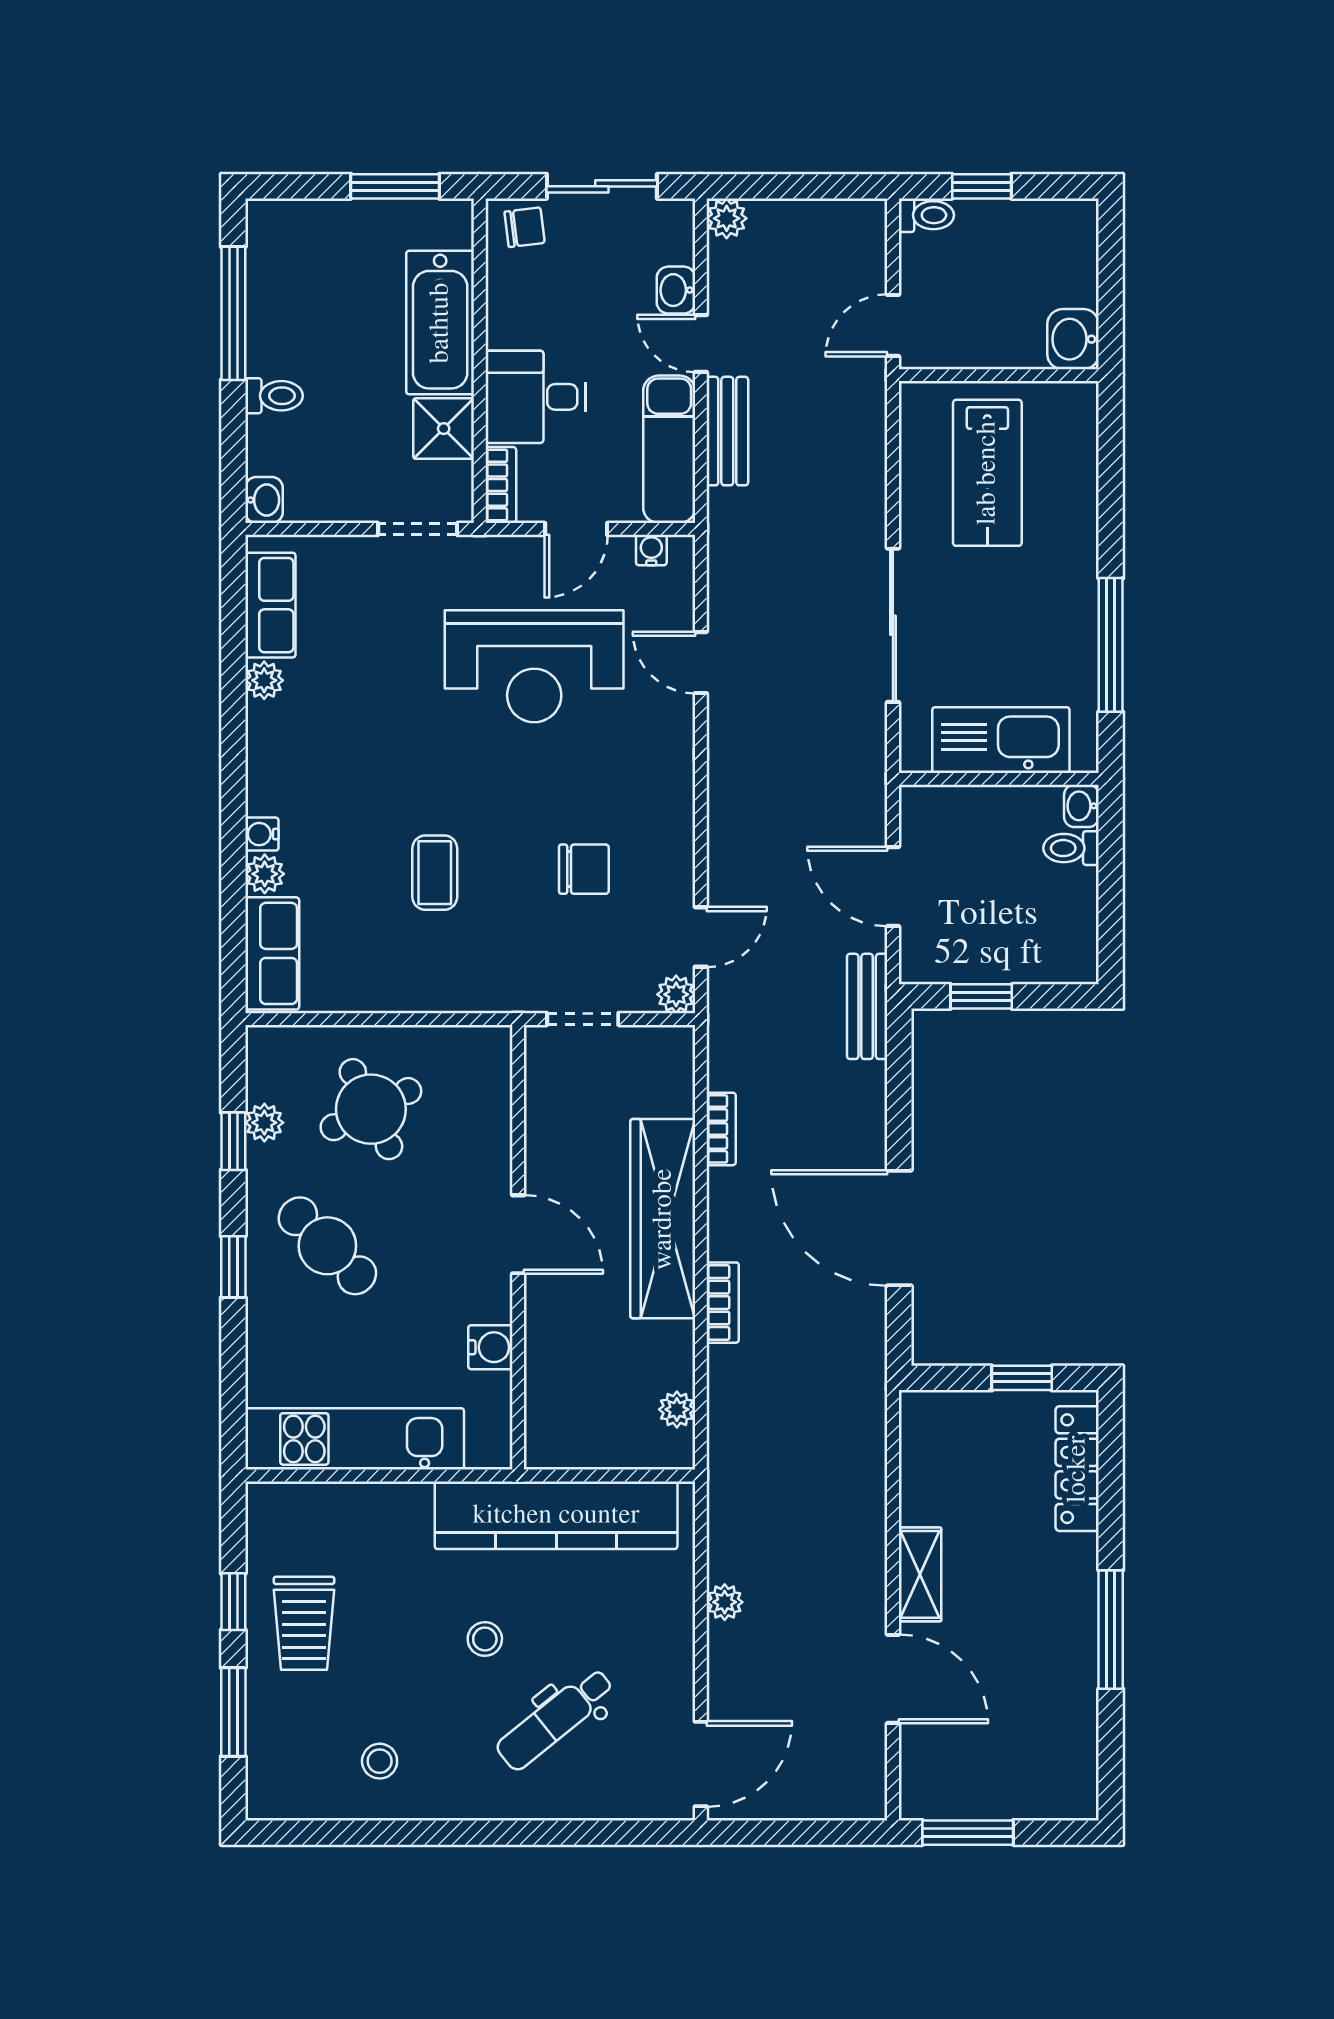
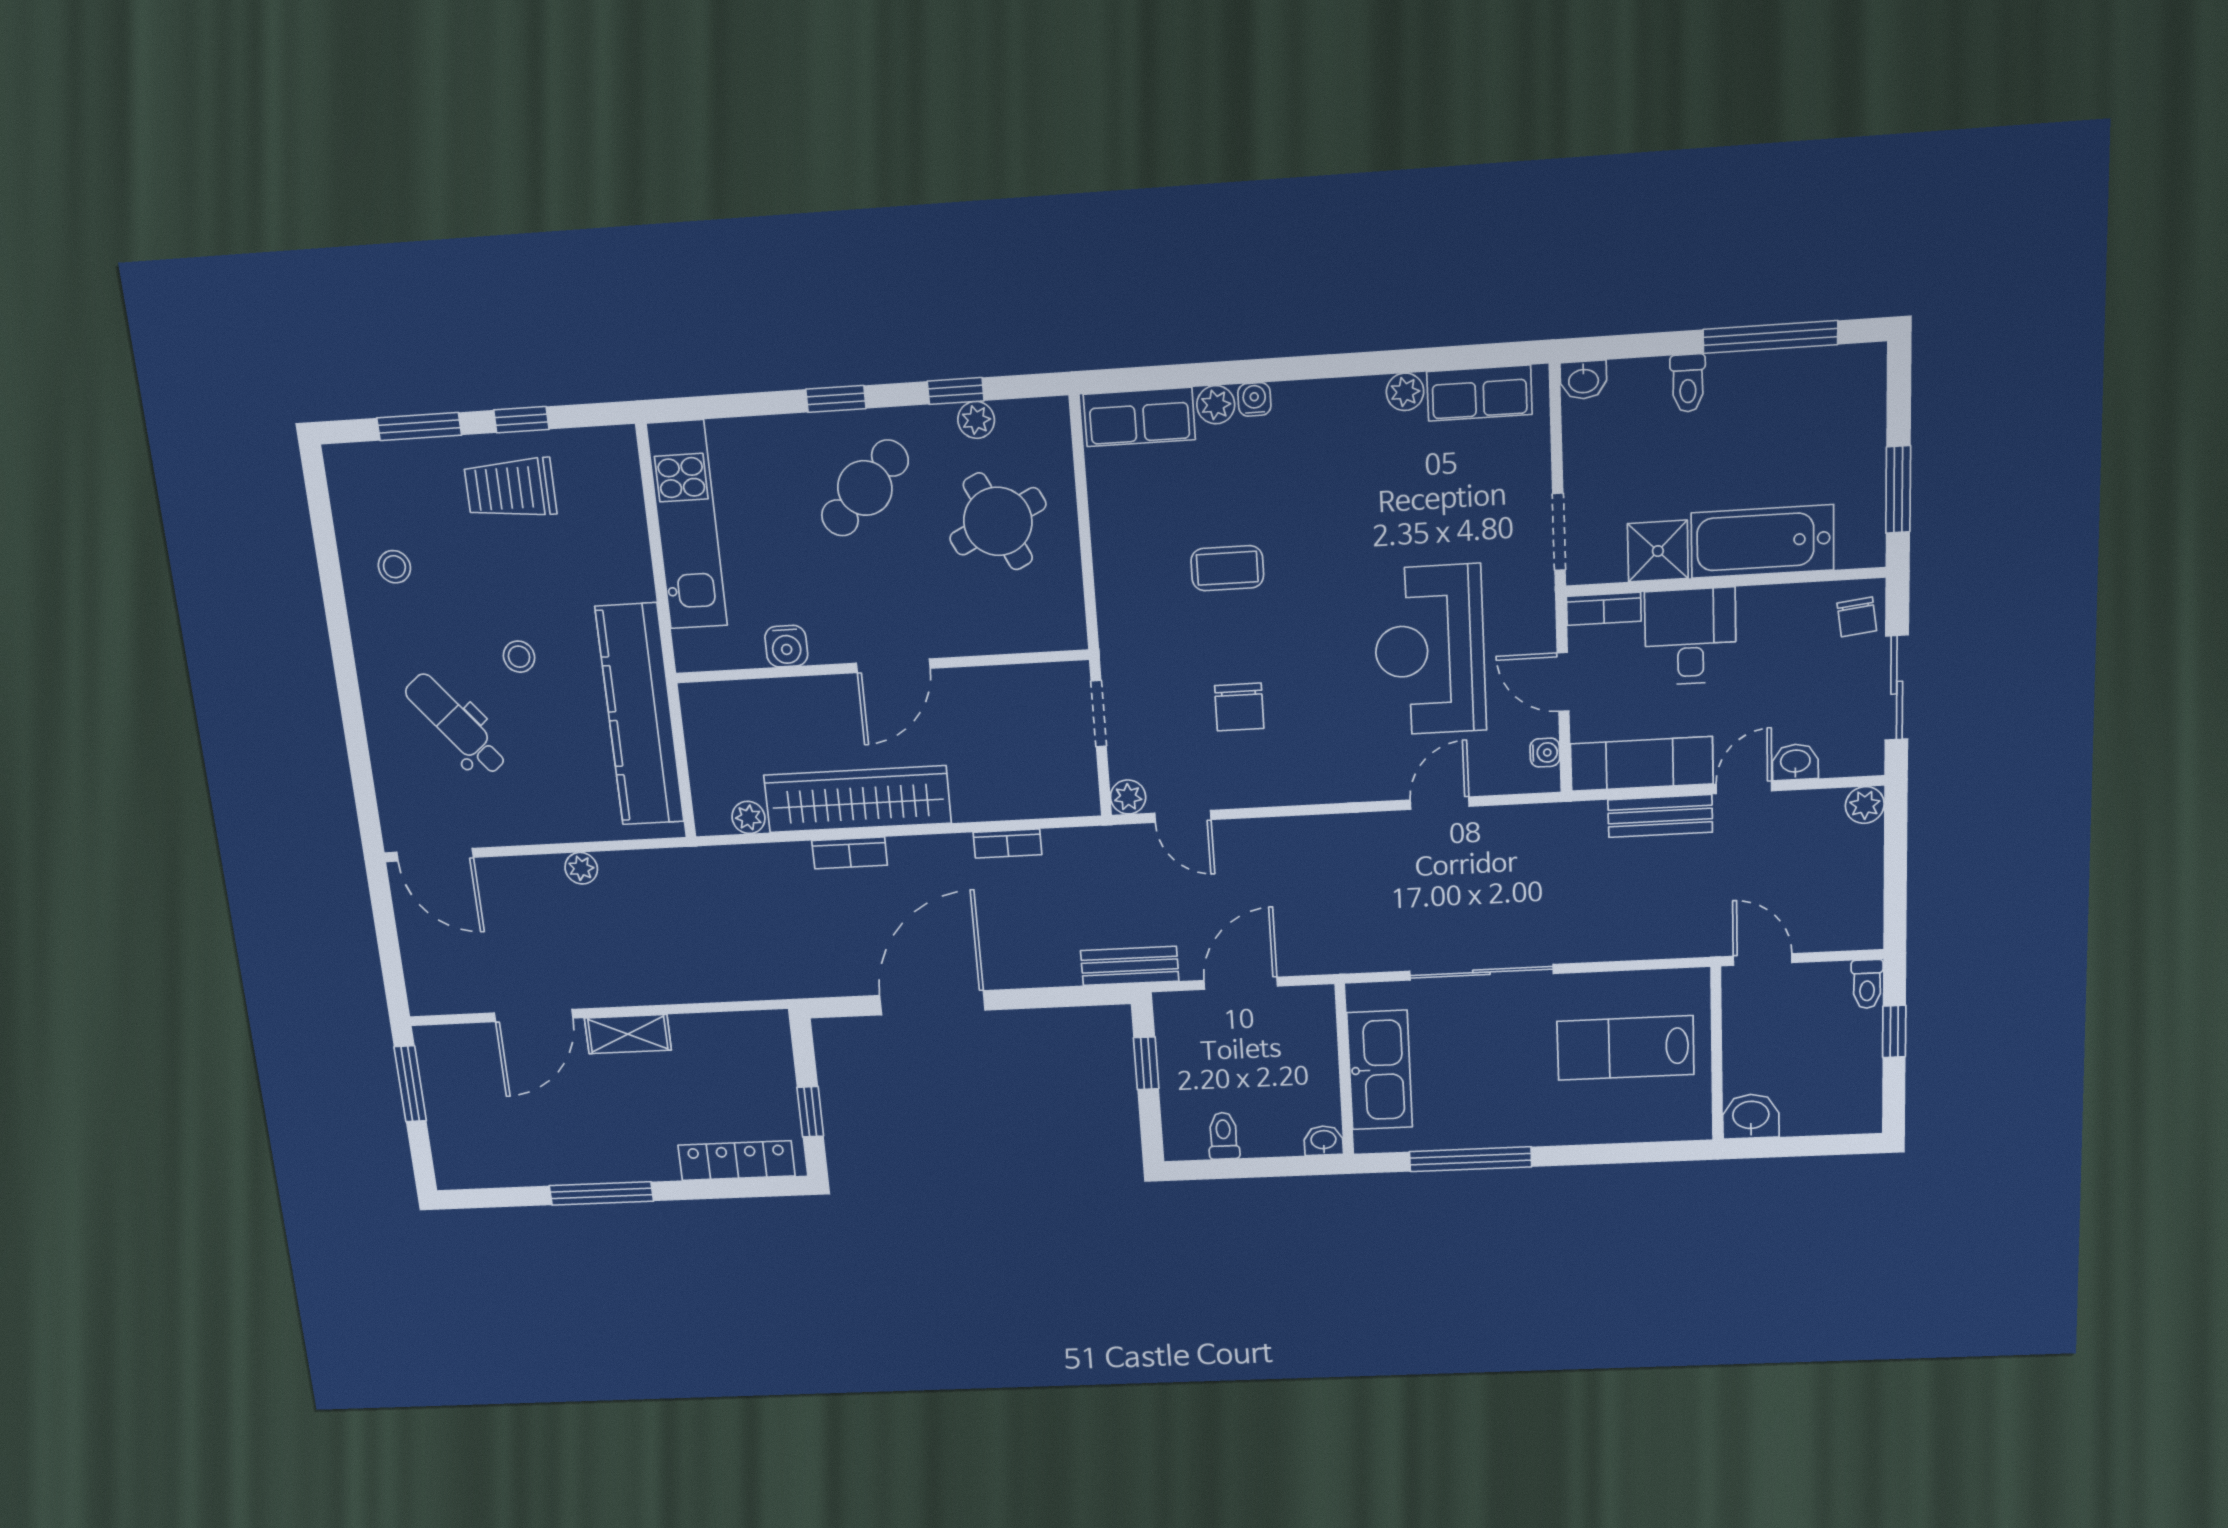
toilet: (1071, 848) -> (1223, 1136), moved
wardrobe: (663, 1219) -> (858, 799), moved

